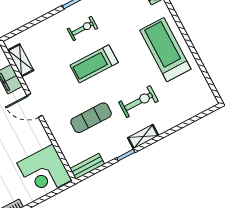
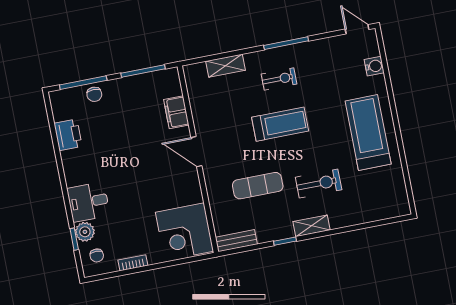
shelving: (21, 60) -> (225, 66), moved, turned 90
treadmill: (94, 64) -> (280, 124), turned 180

